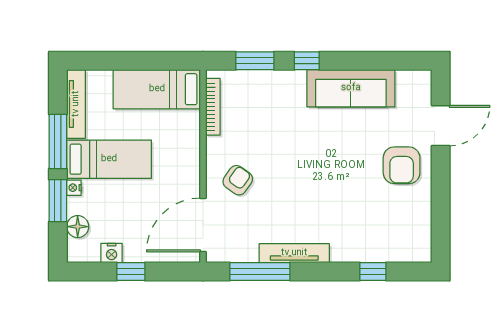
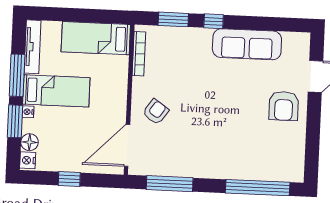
nightstand: (112, 253) -> (28, 160), moved, turned 90
tv unit: (294, 253) -> (197, 171), removed
window: (373, 272) -> (258, 188), width x3.17

